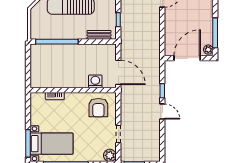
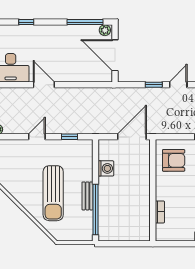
bench: (99, 35) -> (87, 196), moved
washing machine: (95, 81) -> (106, 168), moved, turned 180

